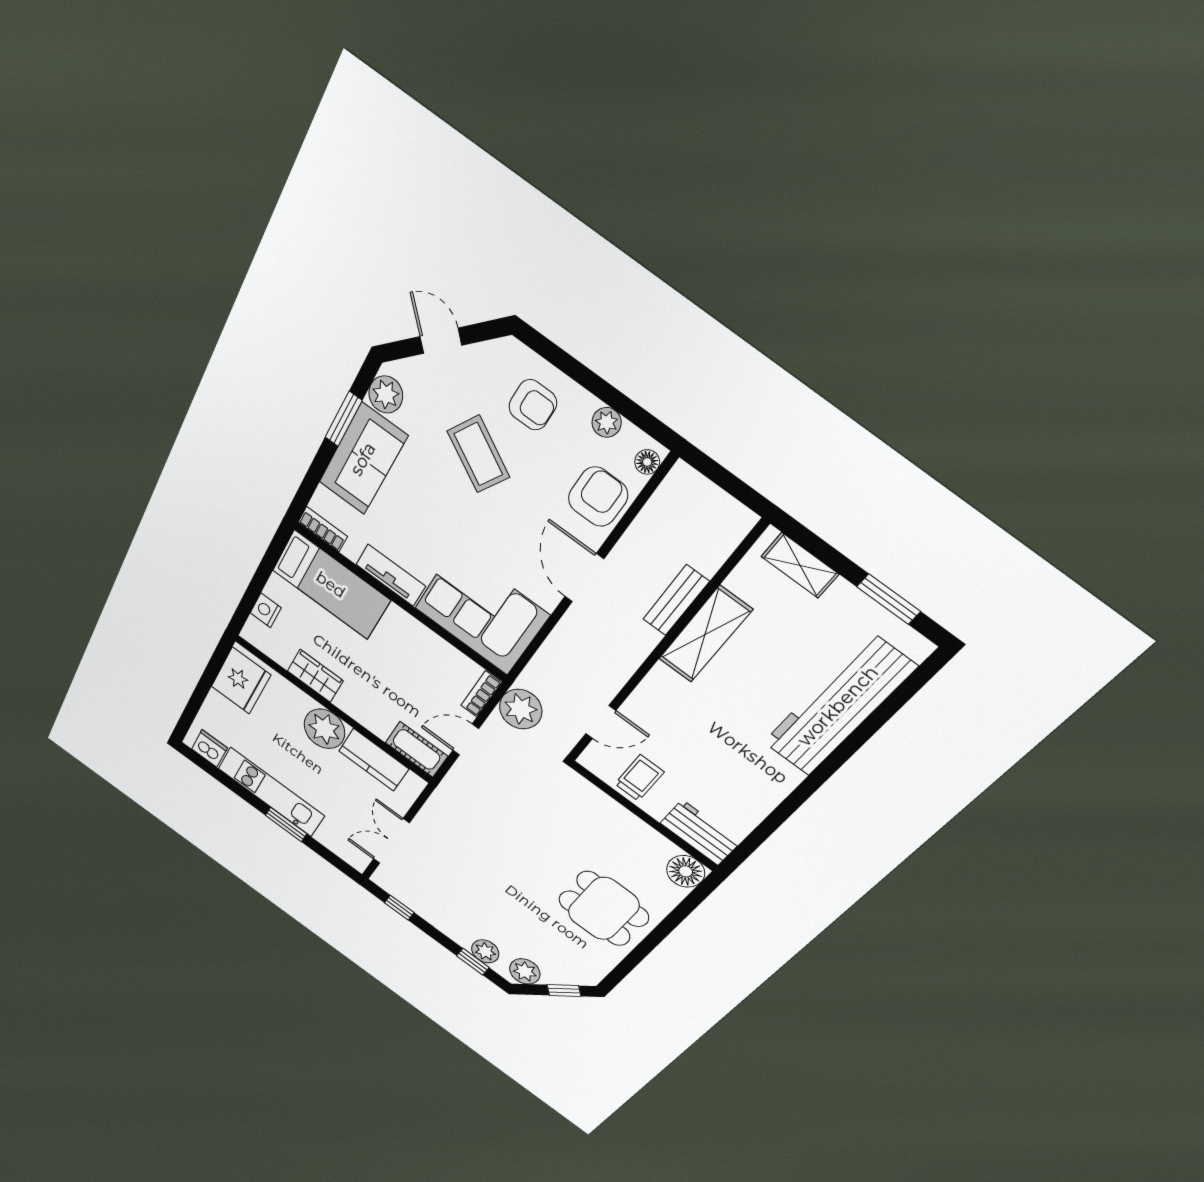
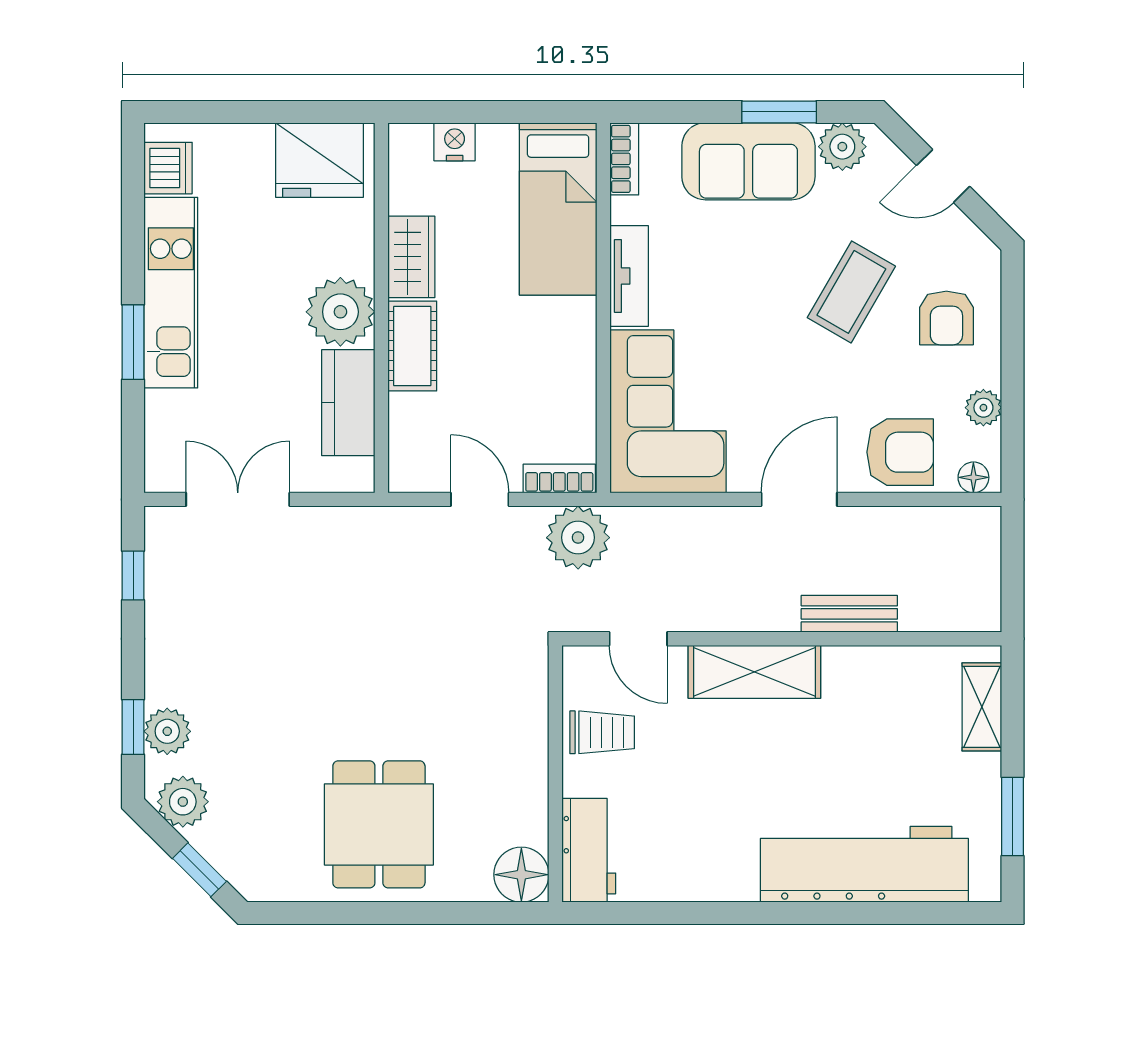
door: (441, 341) -> (943, 176), swing flipped
shelving: (705, 634) -> (754, 672), moved
cot: (416, 749) -> (412, 346), moved

